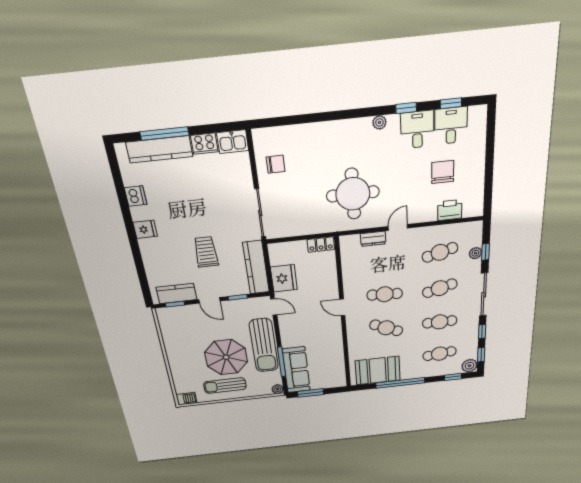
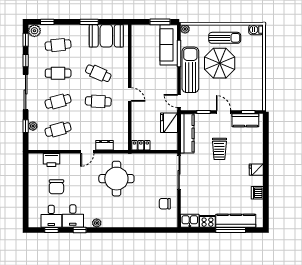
window: (400, 383) -> (89, 22), width x0.47

